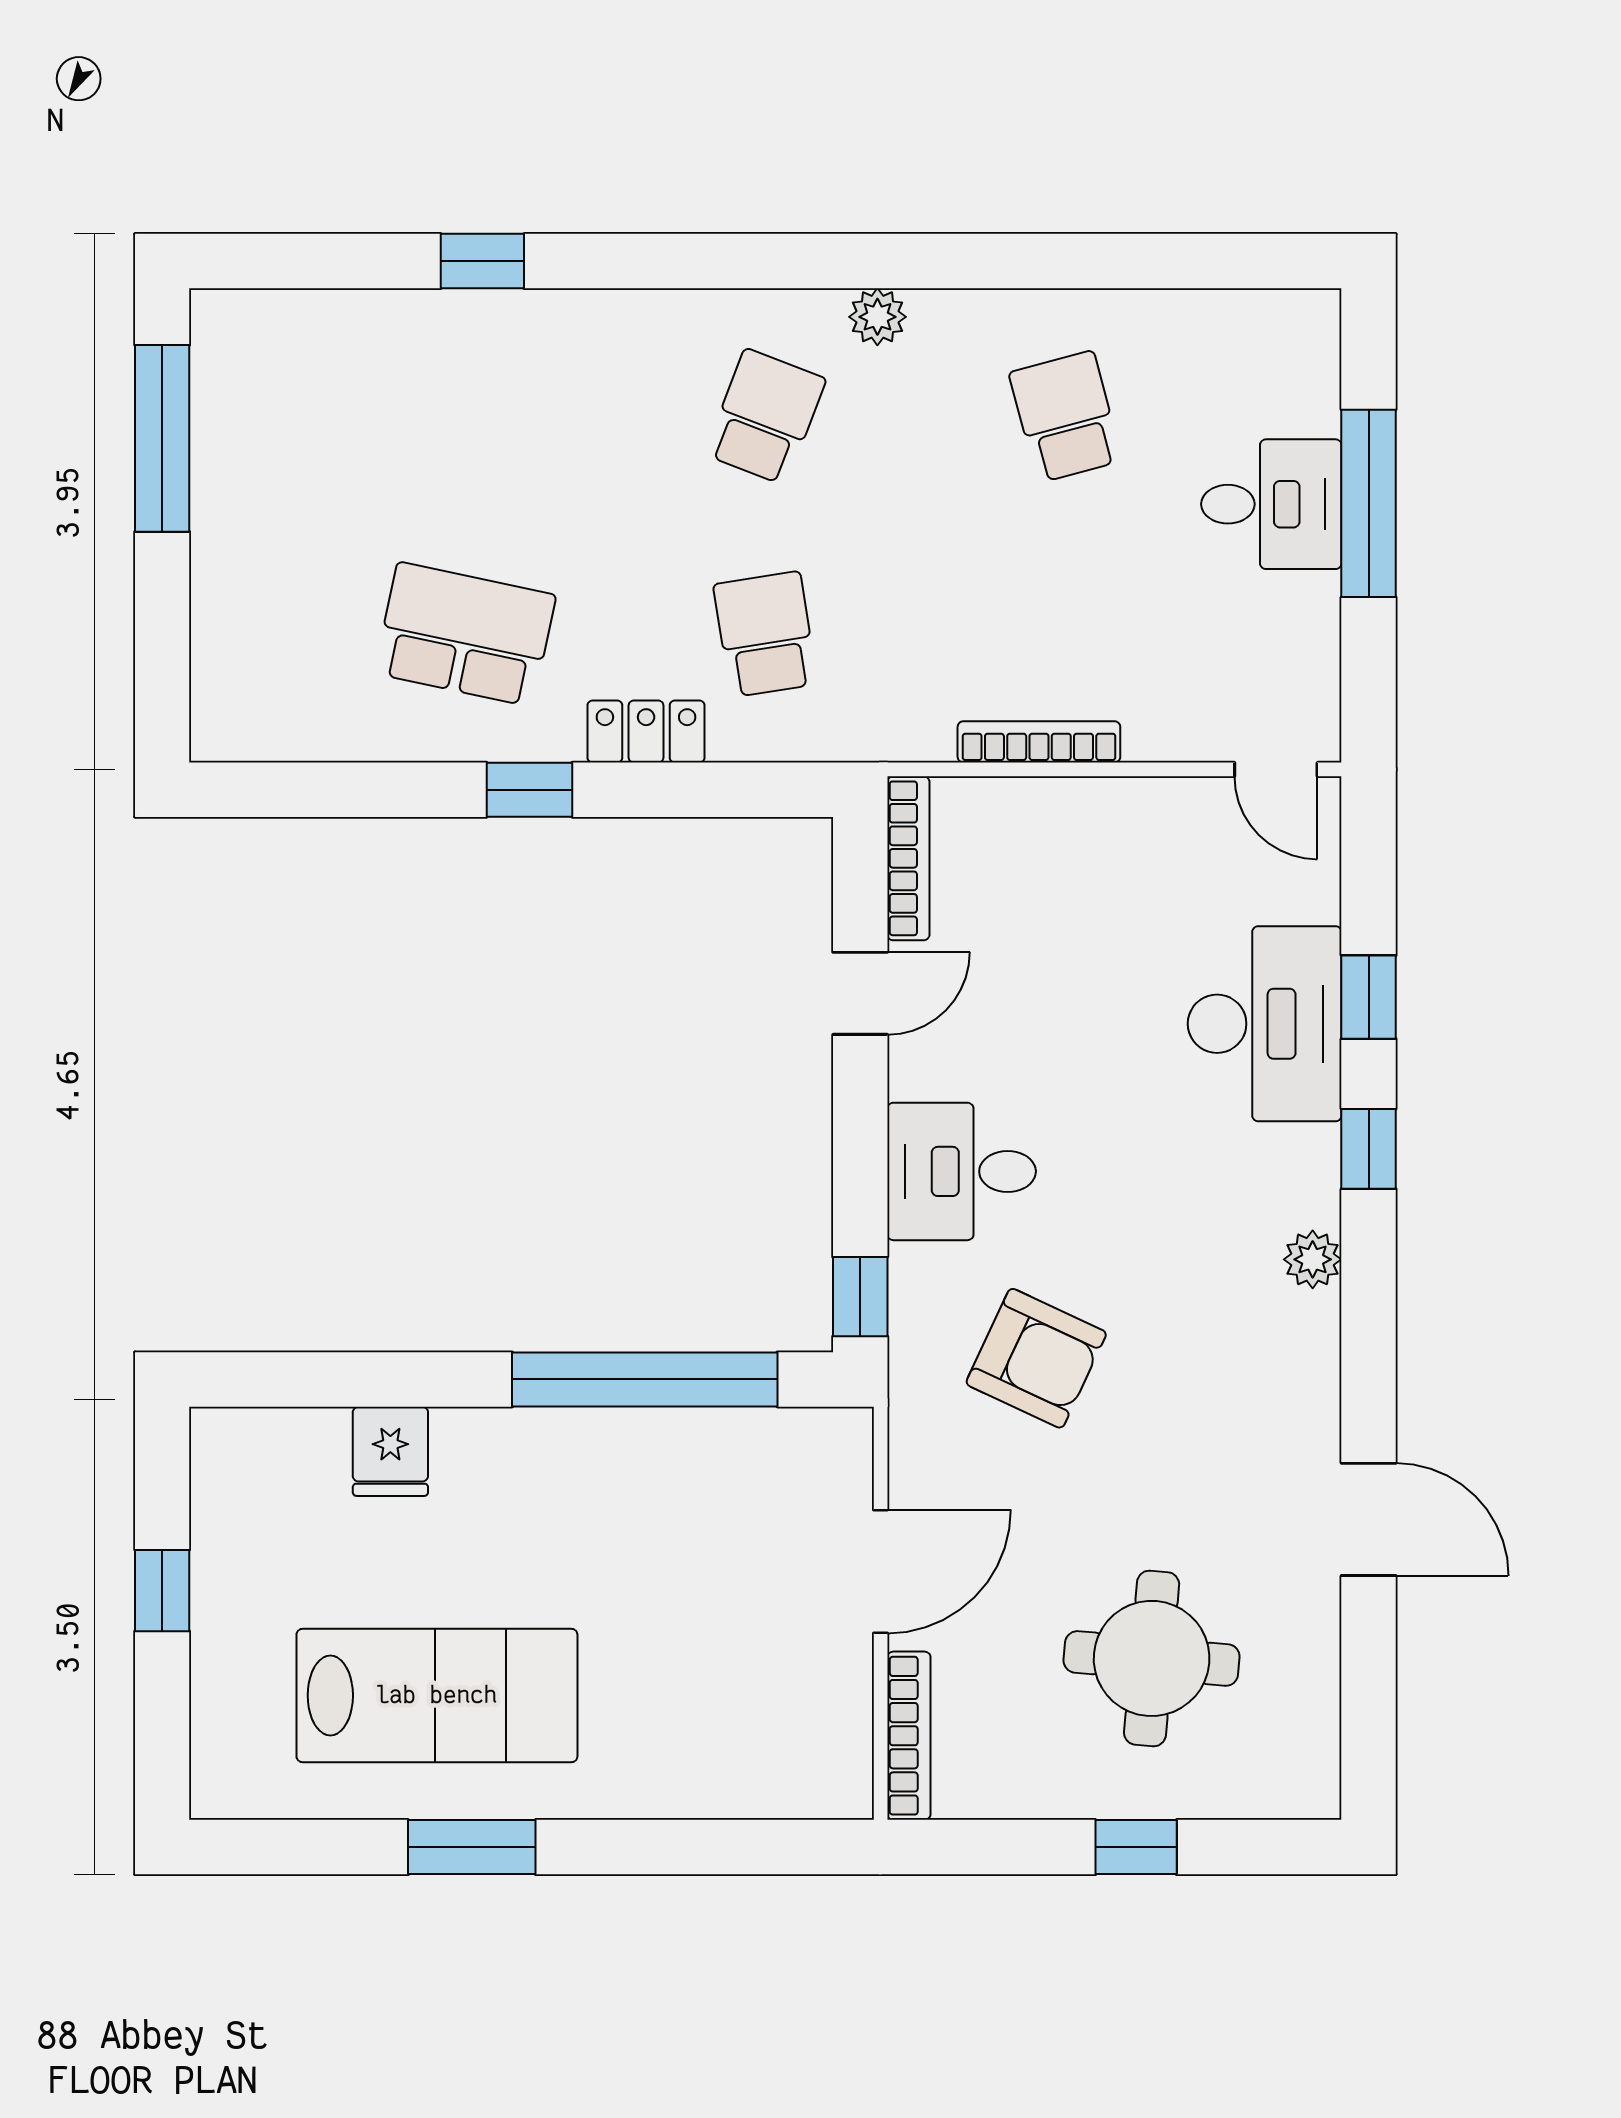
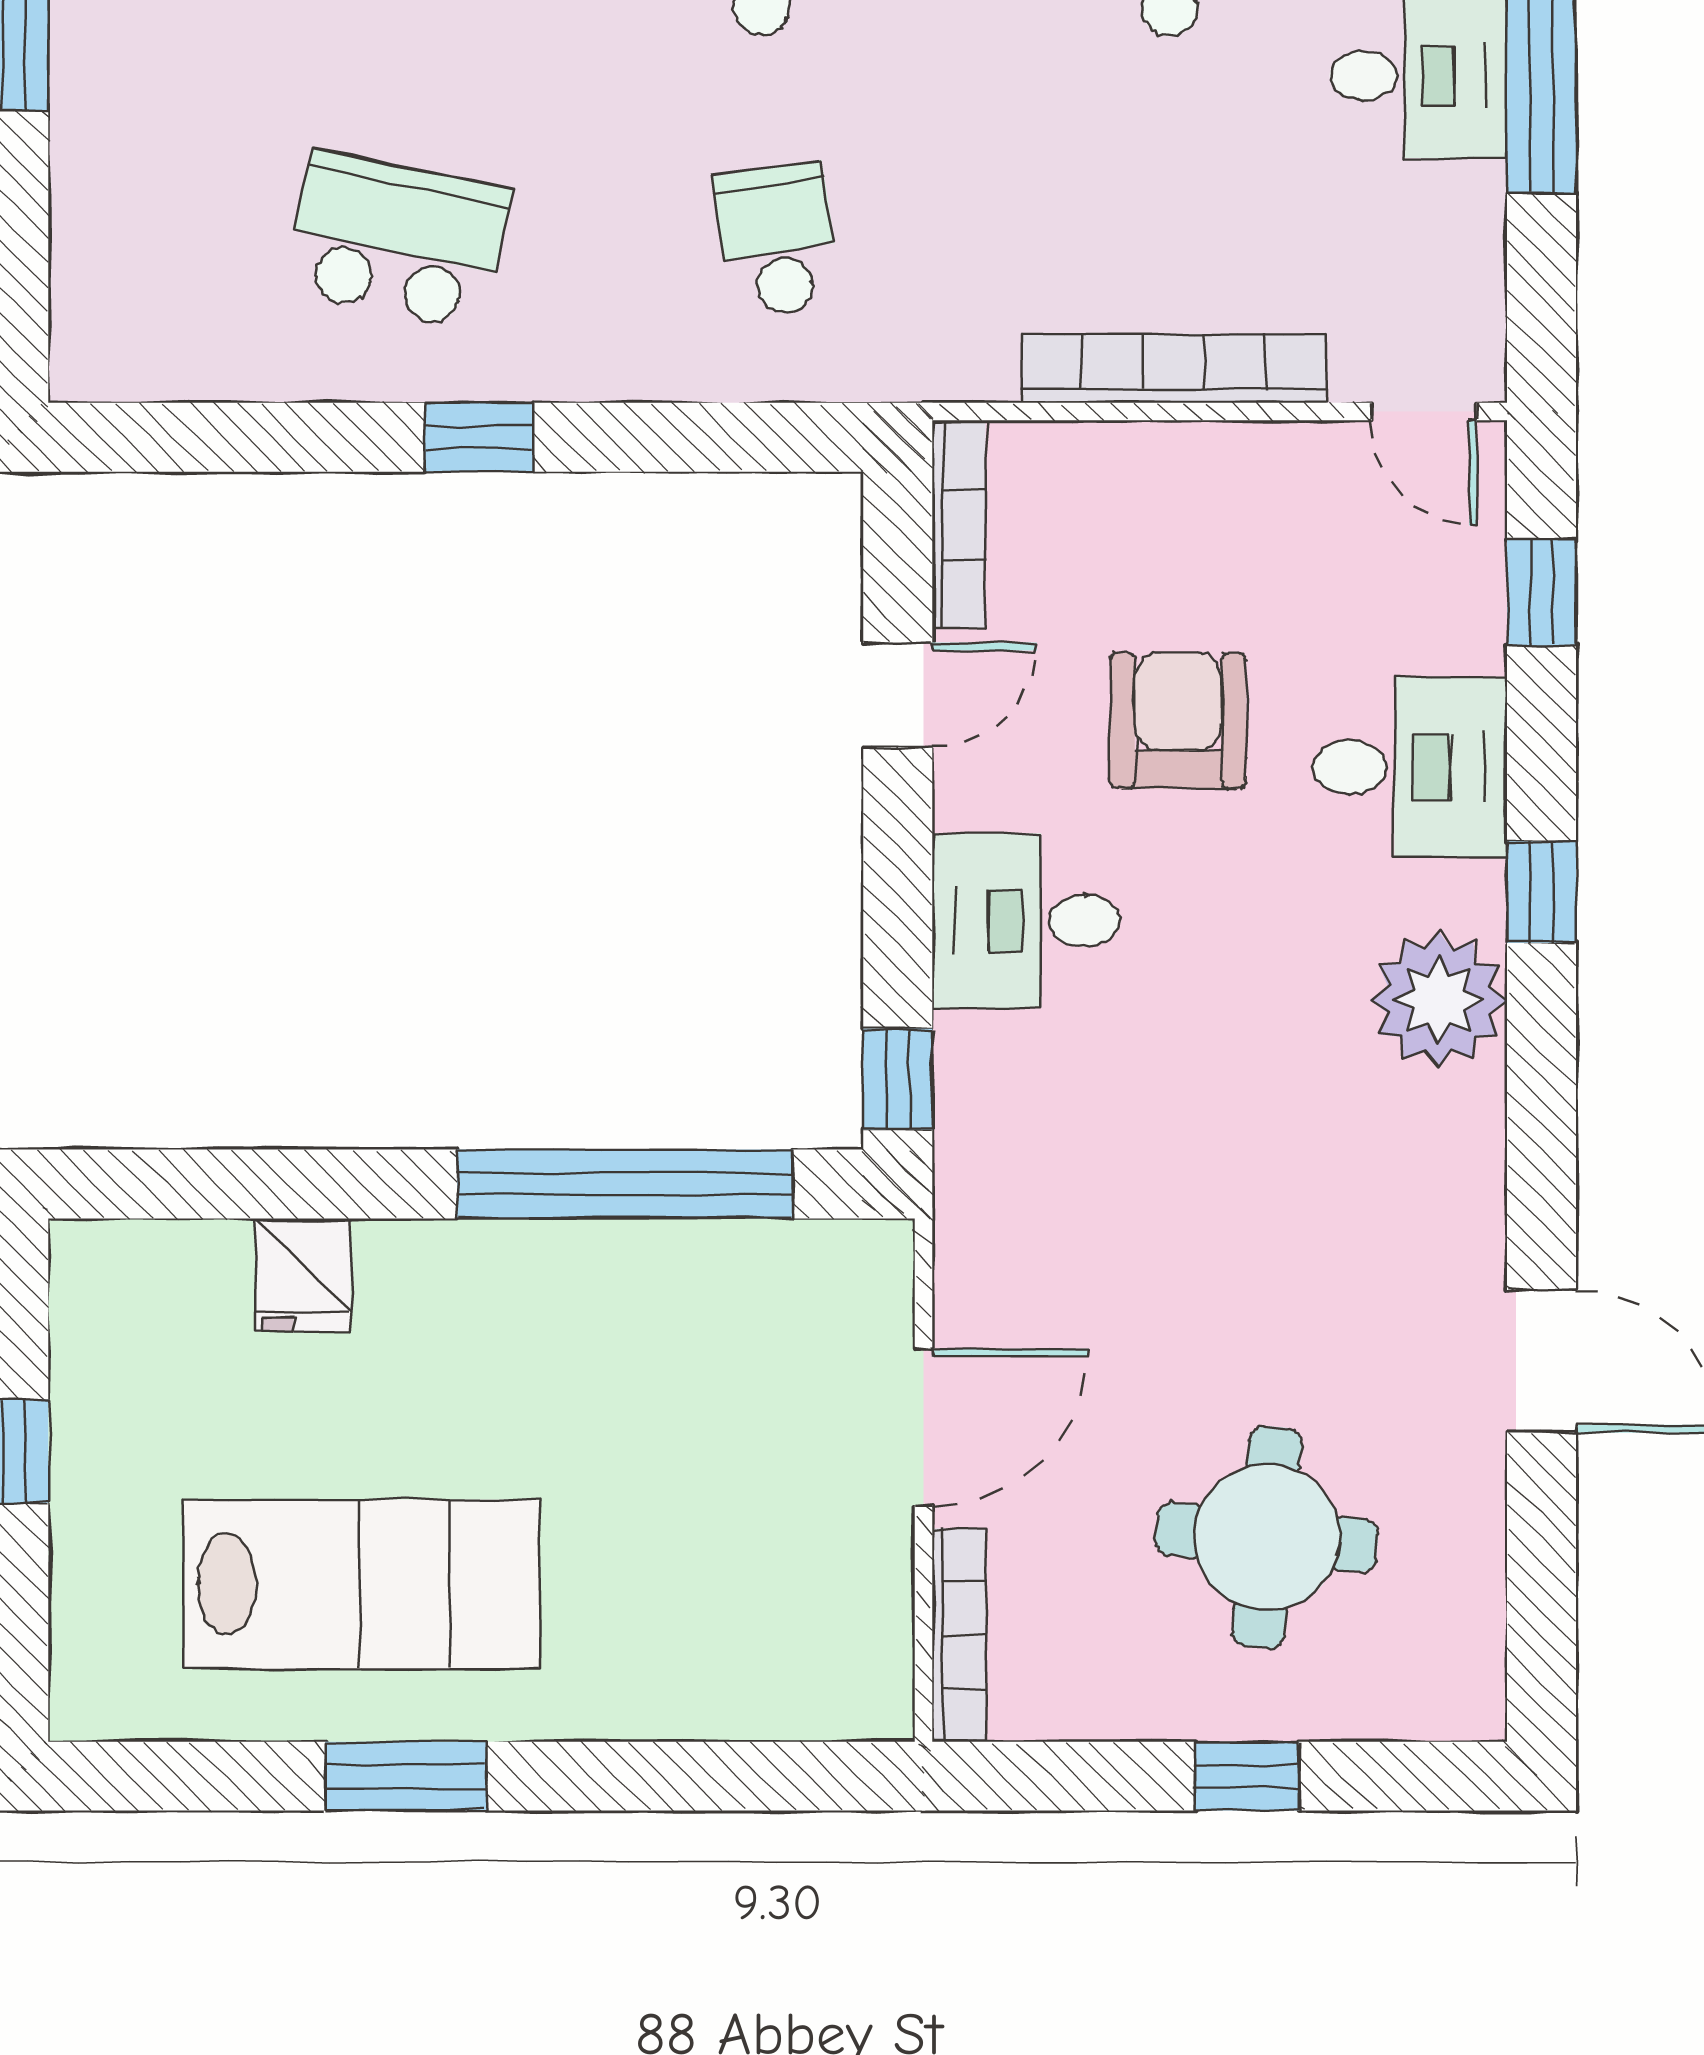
locker: (646, 731) -> (627, 364), removed
bookcase: (1039, 742) -> (1173, 368), width x1.48, depth x1.31
window: (1369, 997) -> (1541, 593), moved
desk: (1265, 1024) -> (1410, 767), width x0.73
plant: (1313, 1259) -> (1438, 1000), width x1.88, depth x1.88
armchair: (1036, 1358) -> (1178, 721), moved, turned -115

